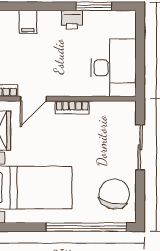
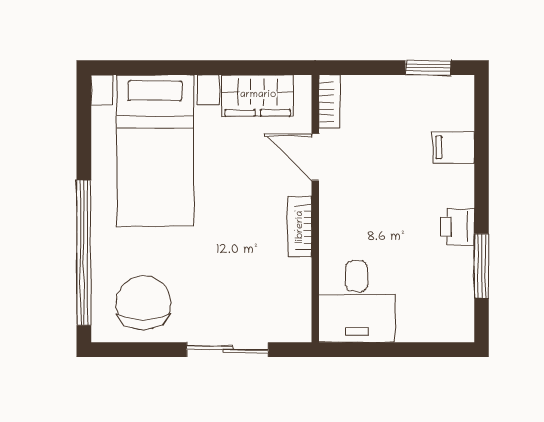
desk: (113, 68) -> (357, 301), width x0.73
chair: (114, 194) -> (143, 303), turned -102

